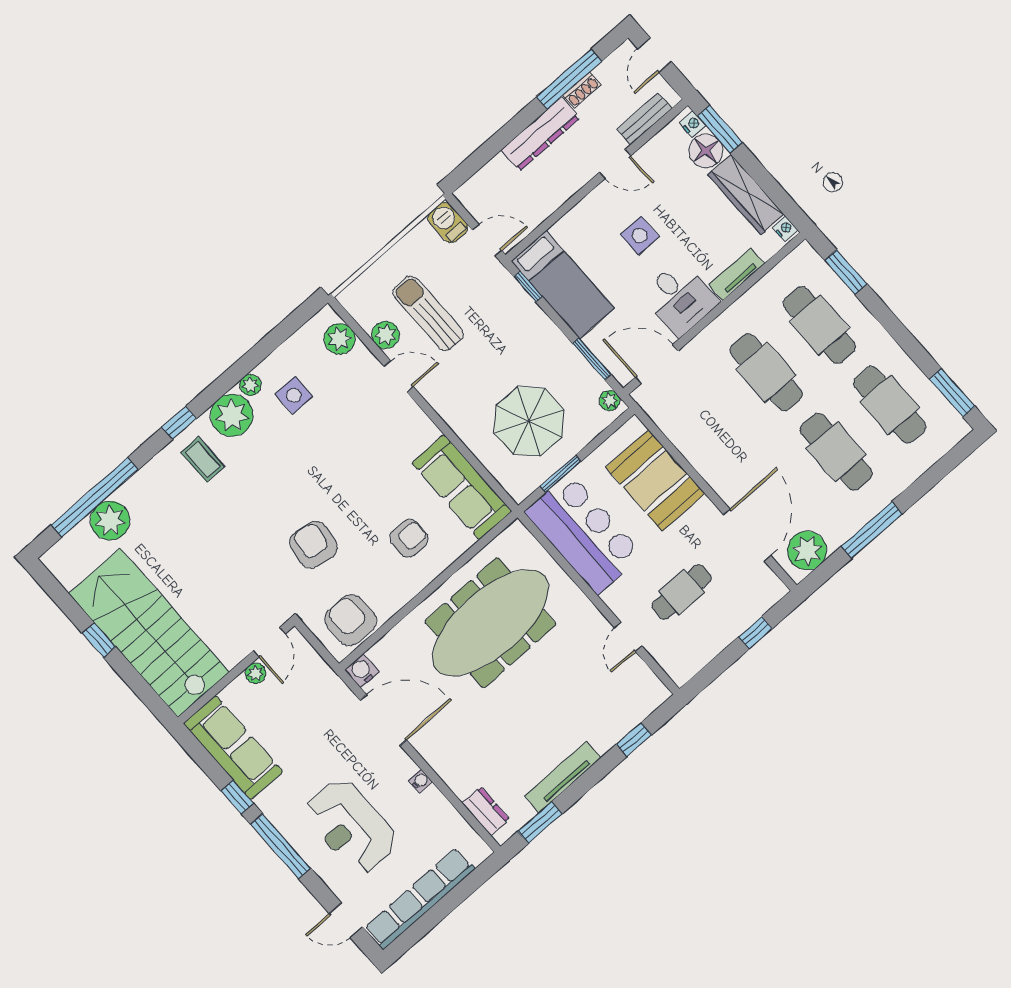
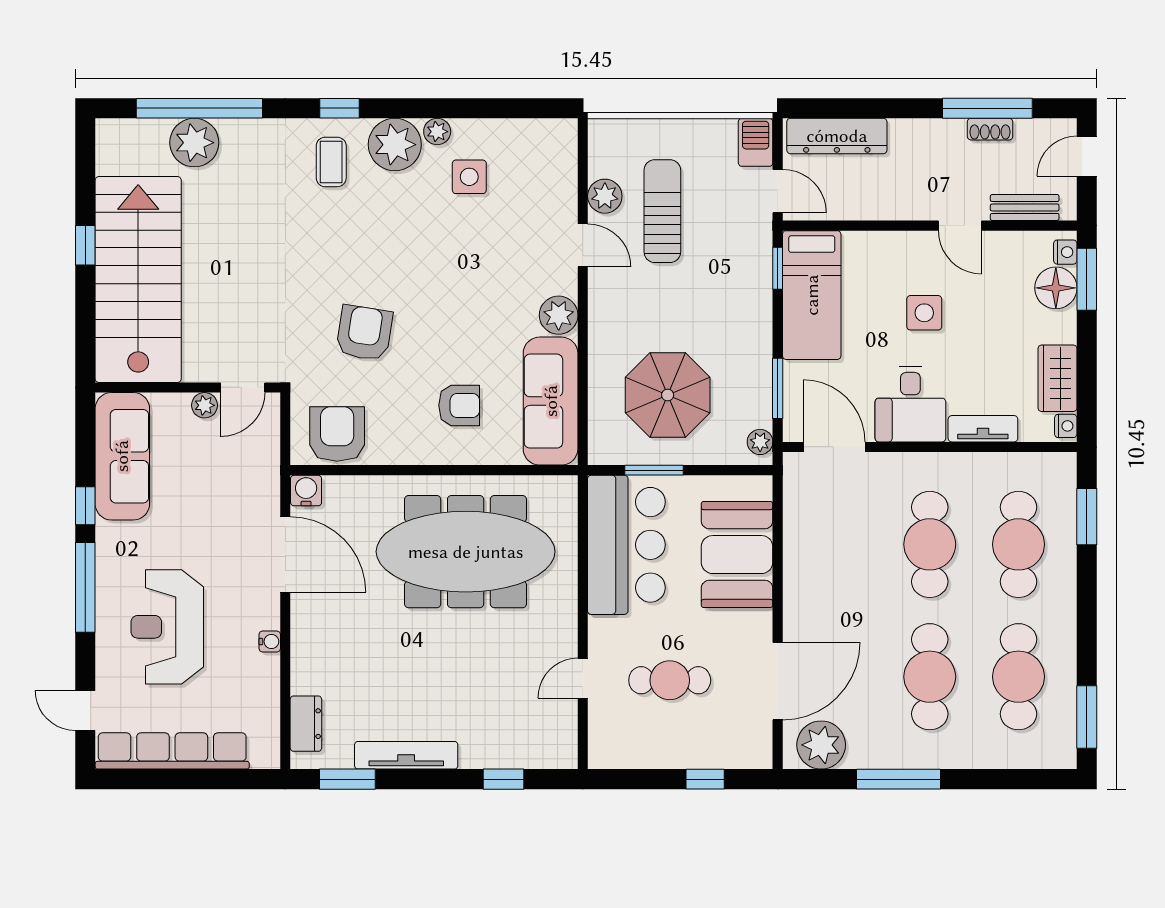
dresser: (540, 134) -> (837, 136), moved
wardrobe: (746, 194) -> (1057, 378), width x0.67
plant: (340, 339) -> (559, 315), moved

